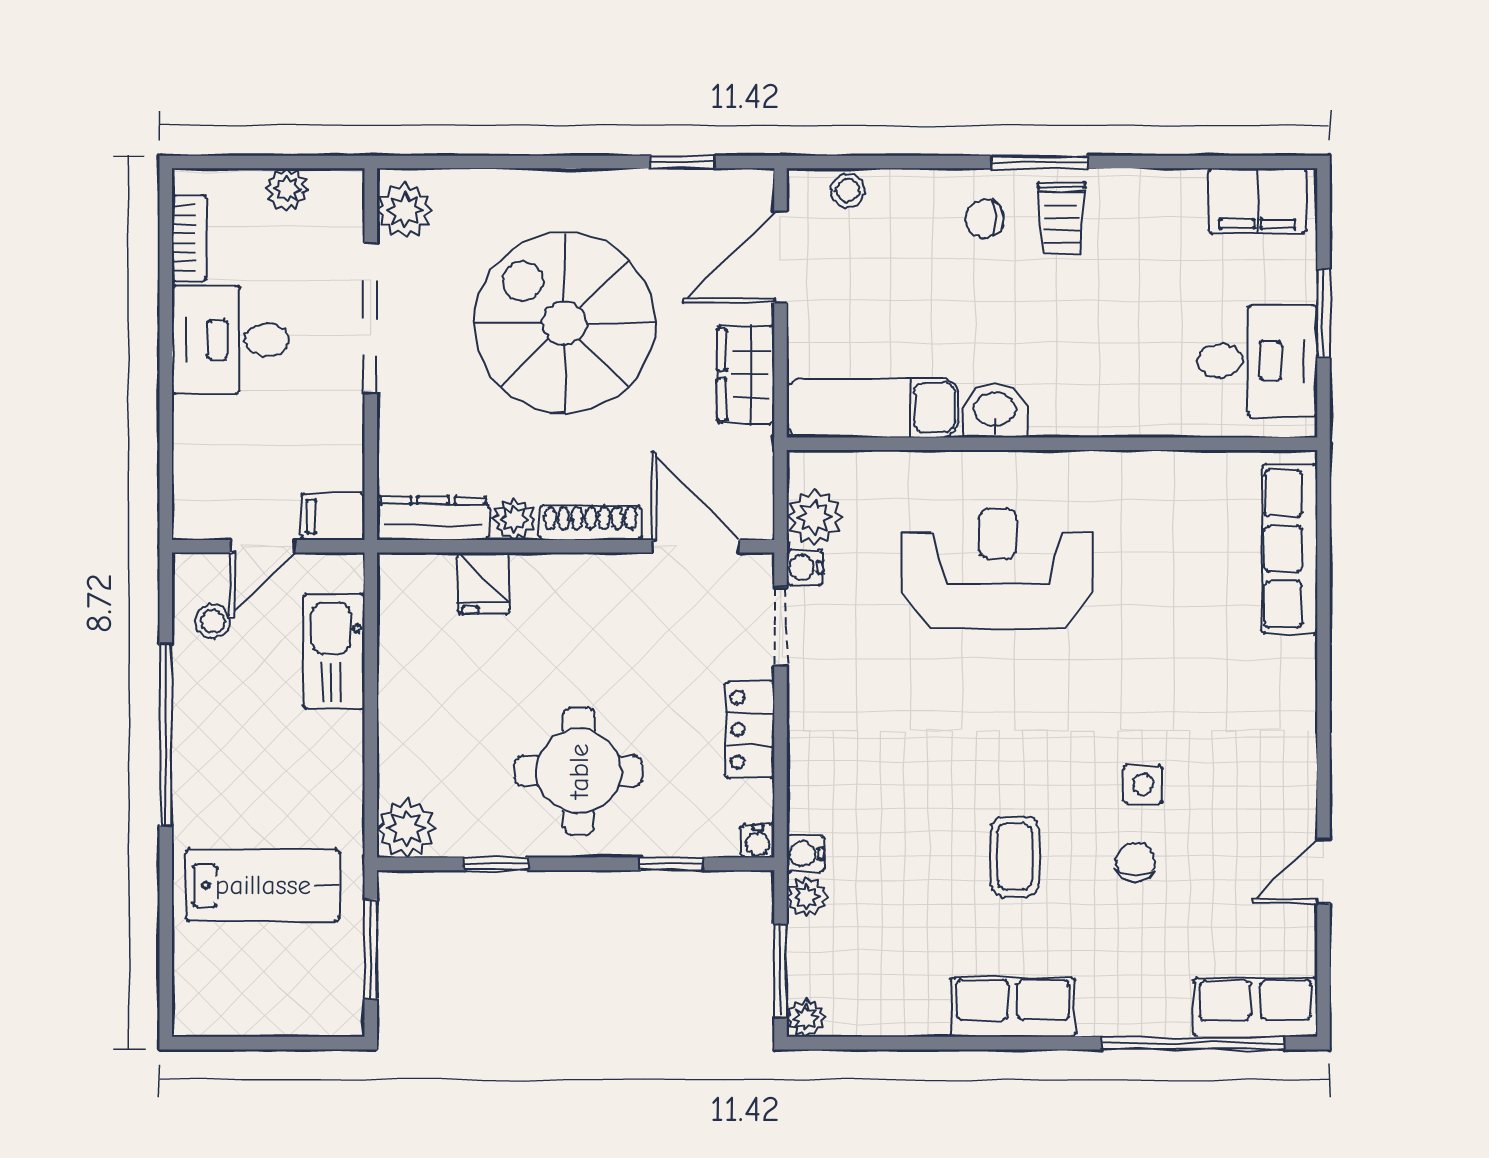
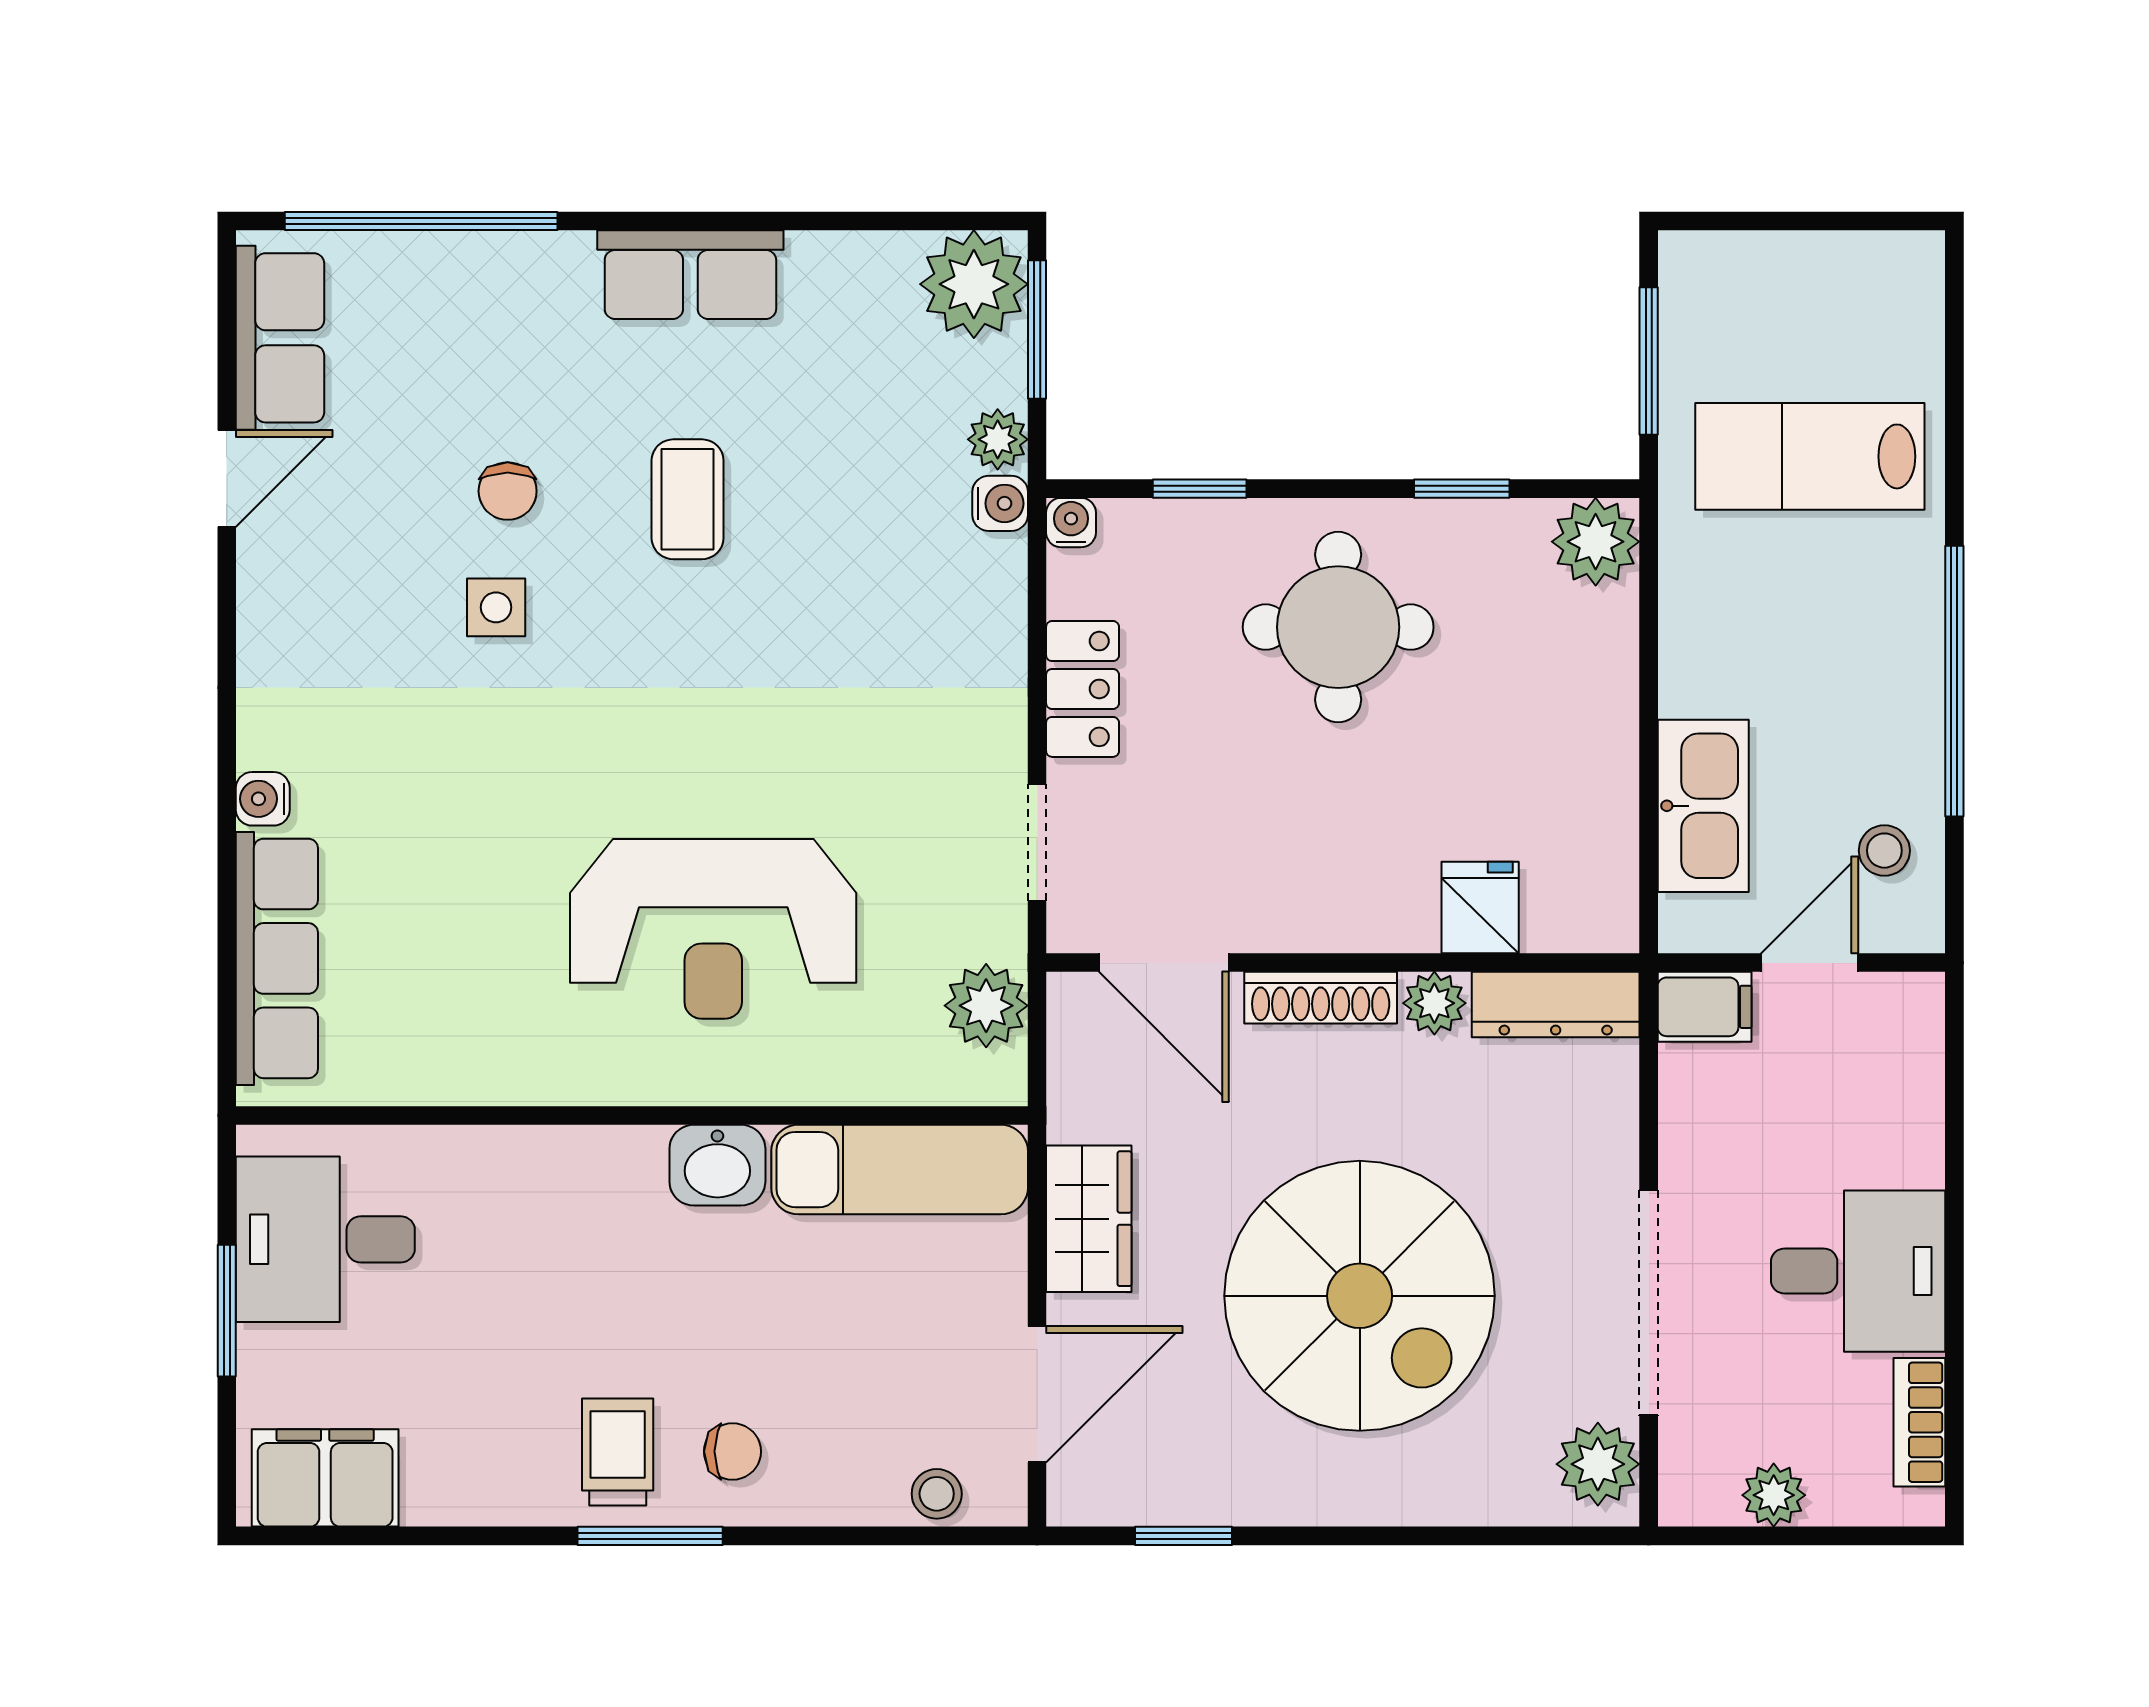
water cooler: (805, 567) -> (263, 799), moved, turned 180
row of seats: (1256, 1007) -> (280, 338), moved, turned -90
plant: (806, 1018) -> (974, 284), width x1.88, depth x1.88

